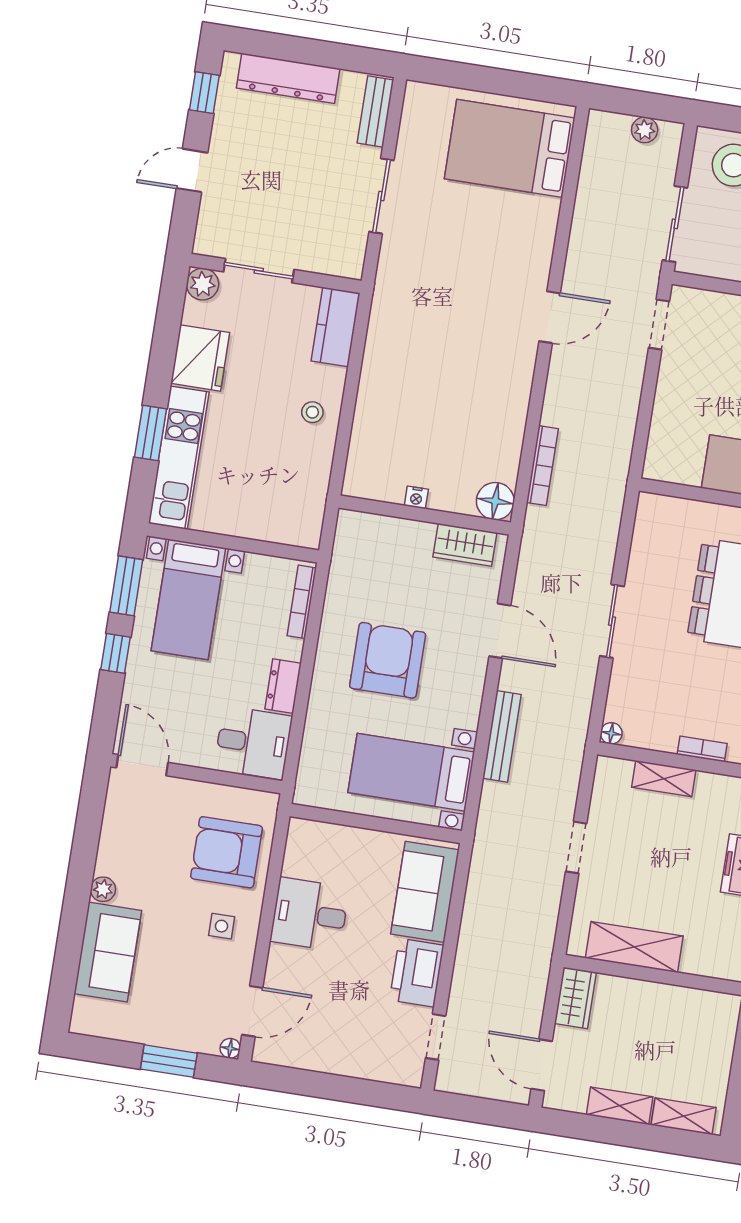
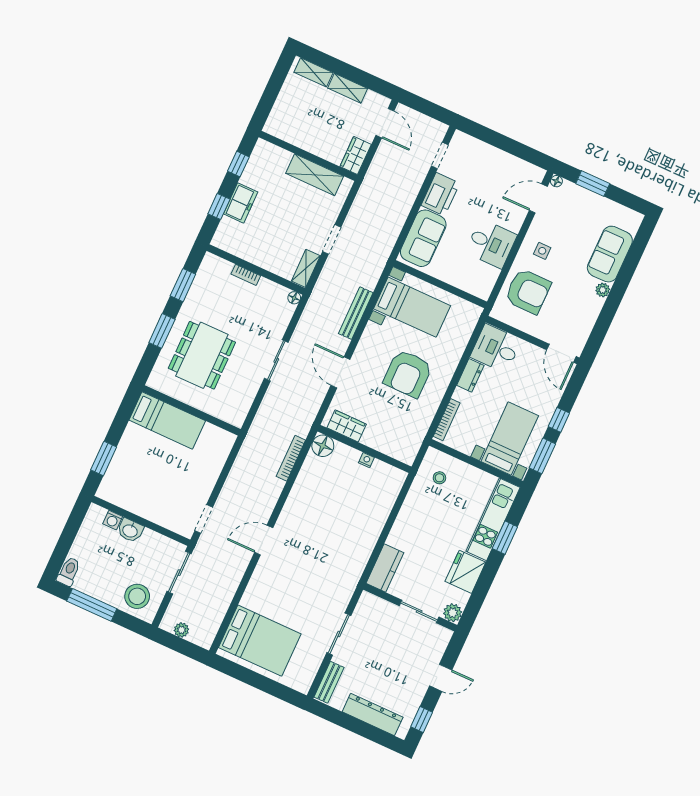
stool: (312, 412) -> (439, 478), moved
shelving: (664, 779) -> (306, 268), moved, turned 90

